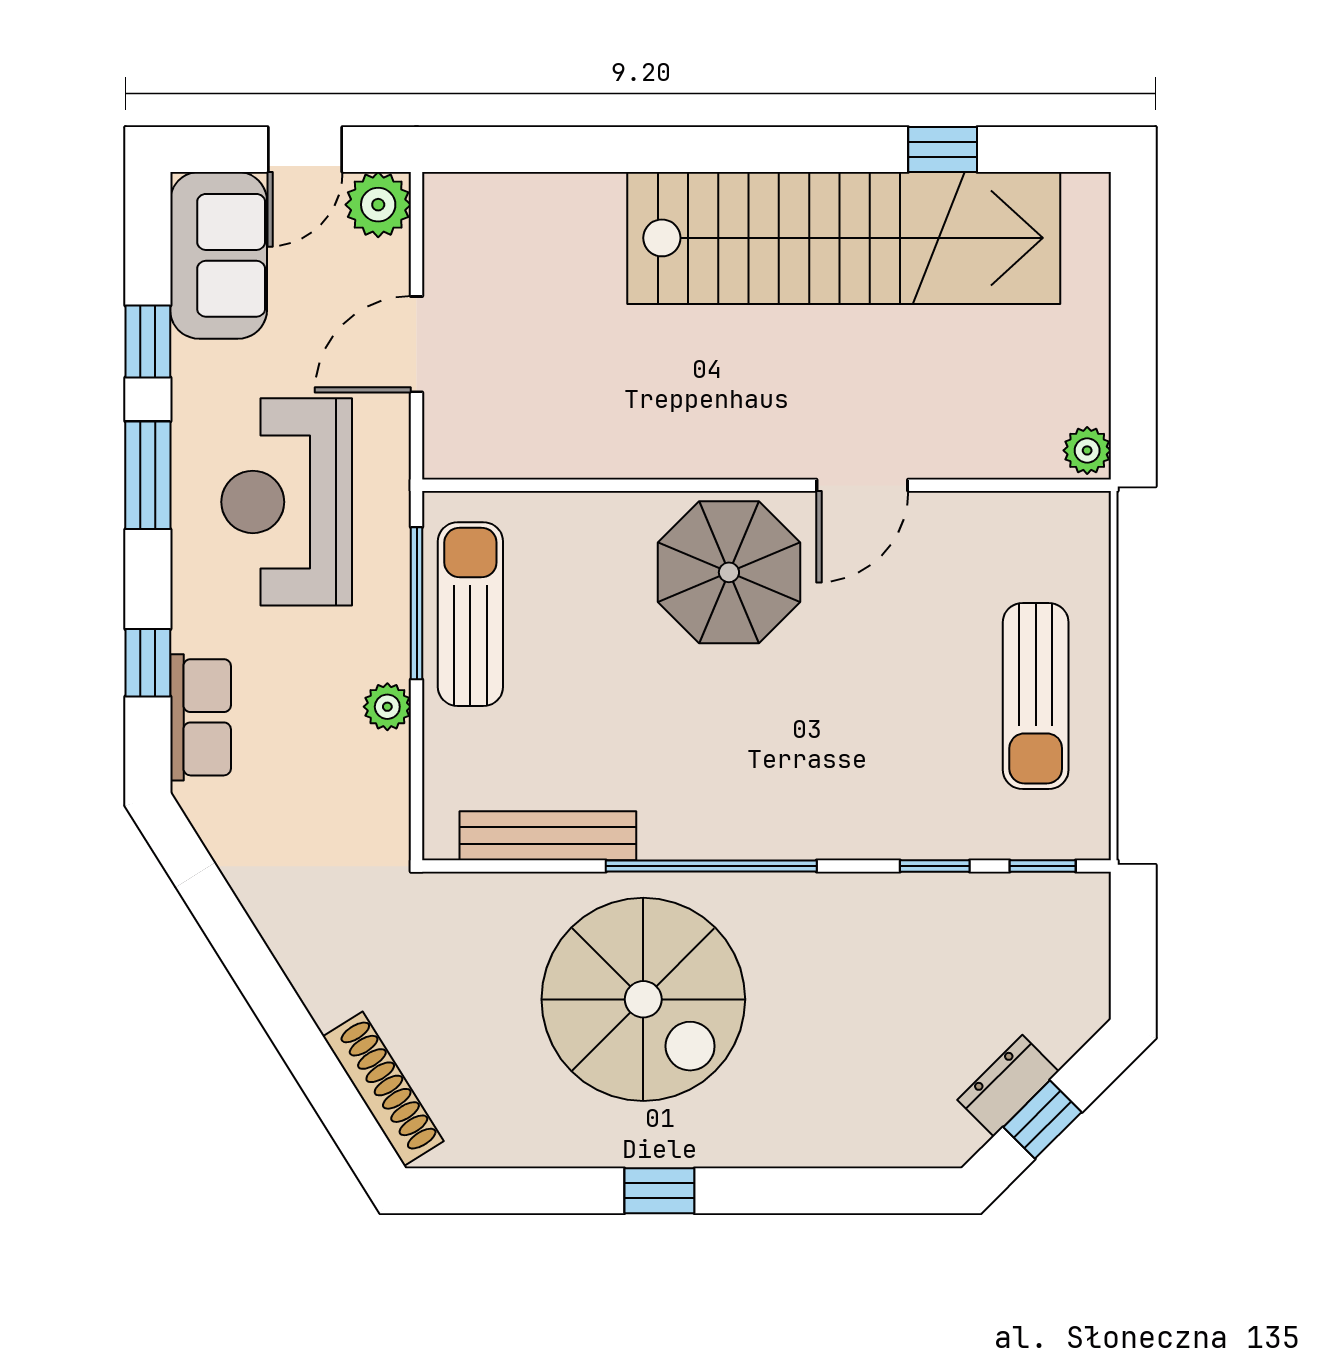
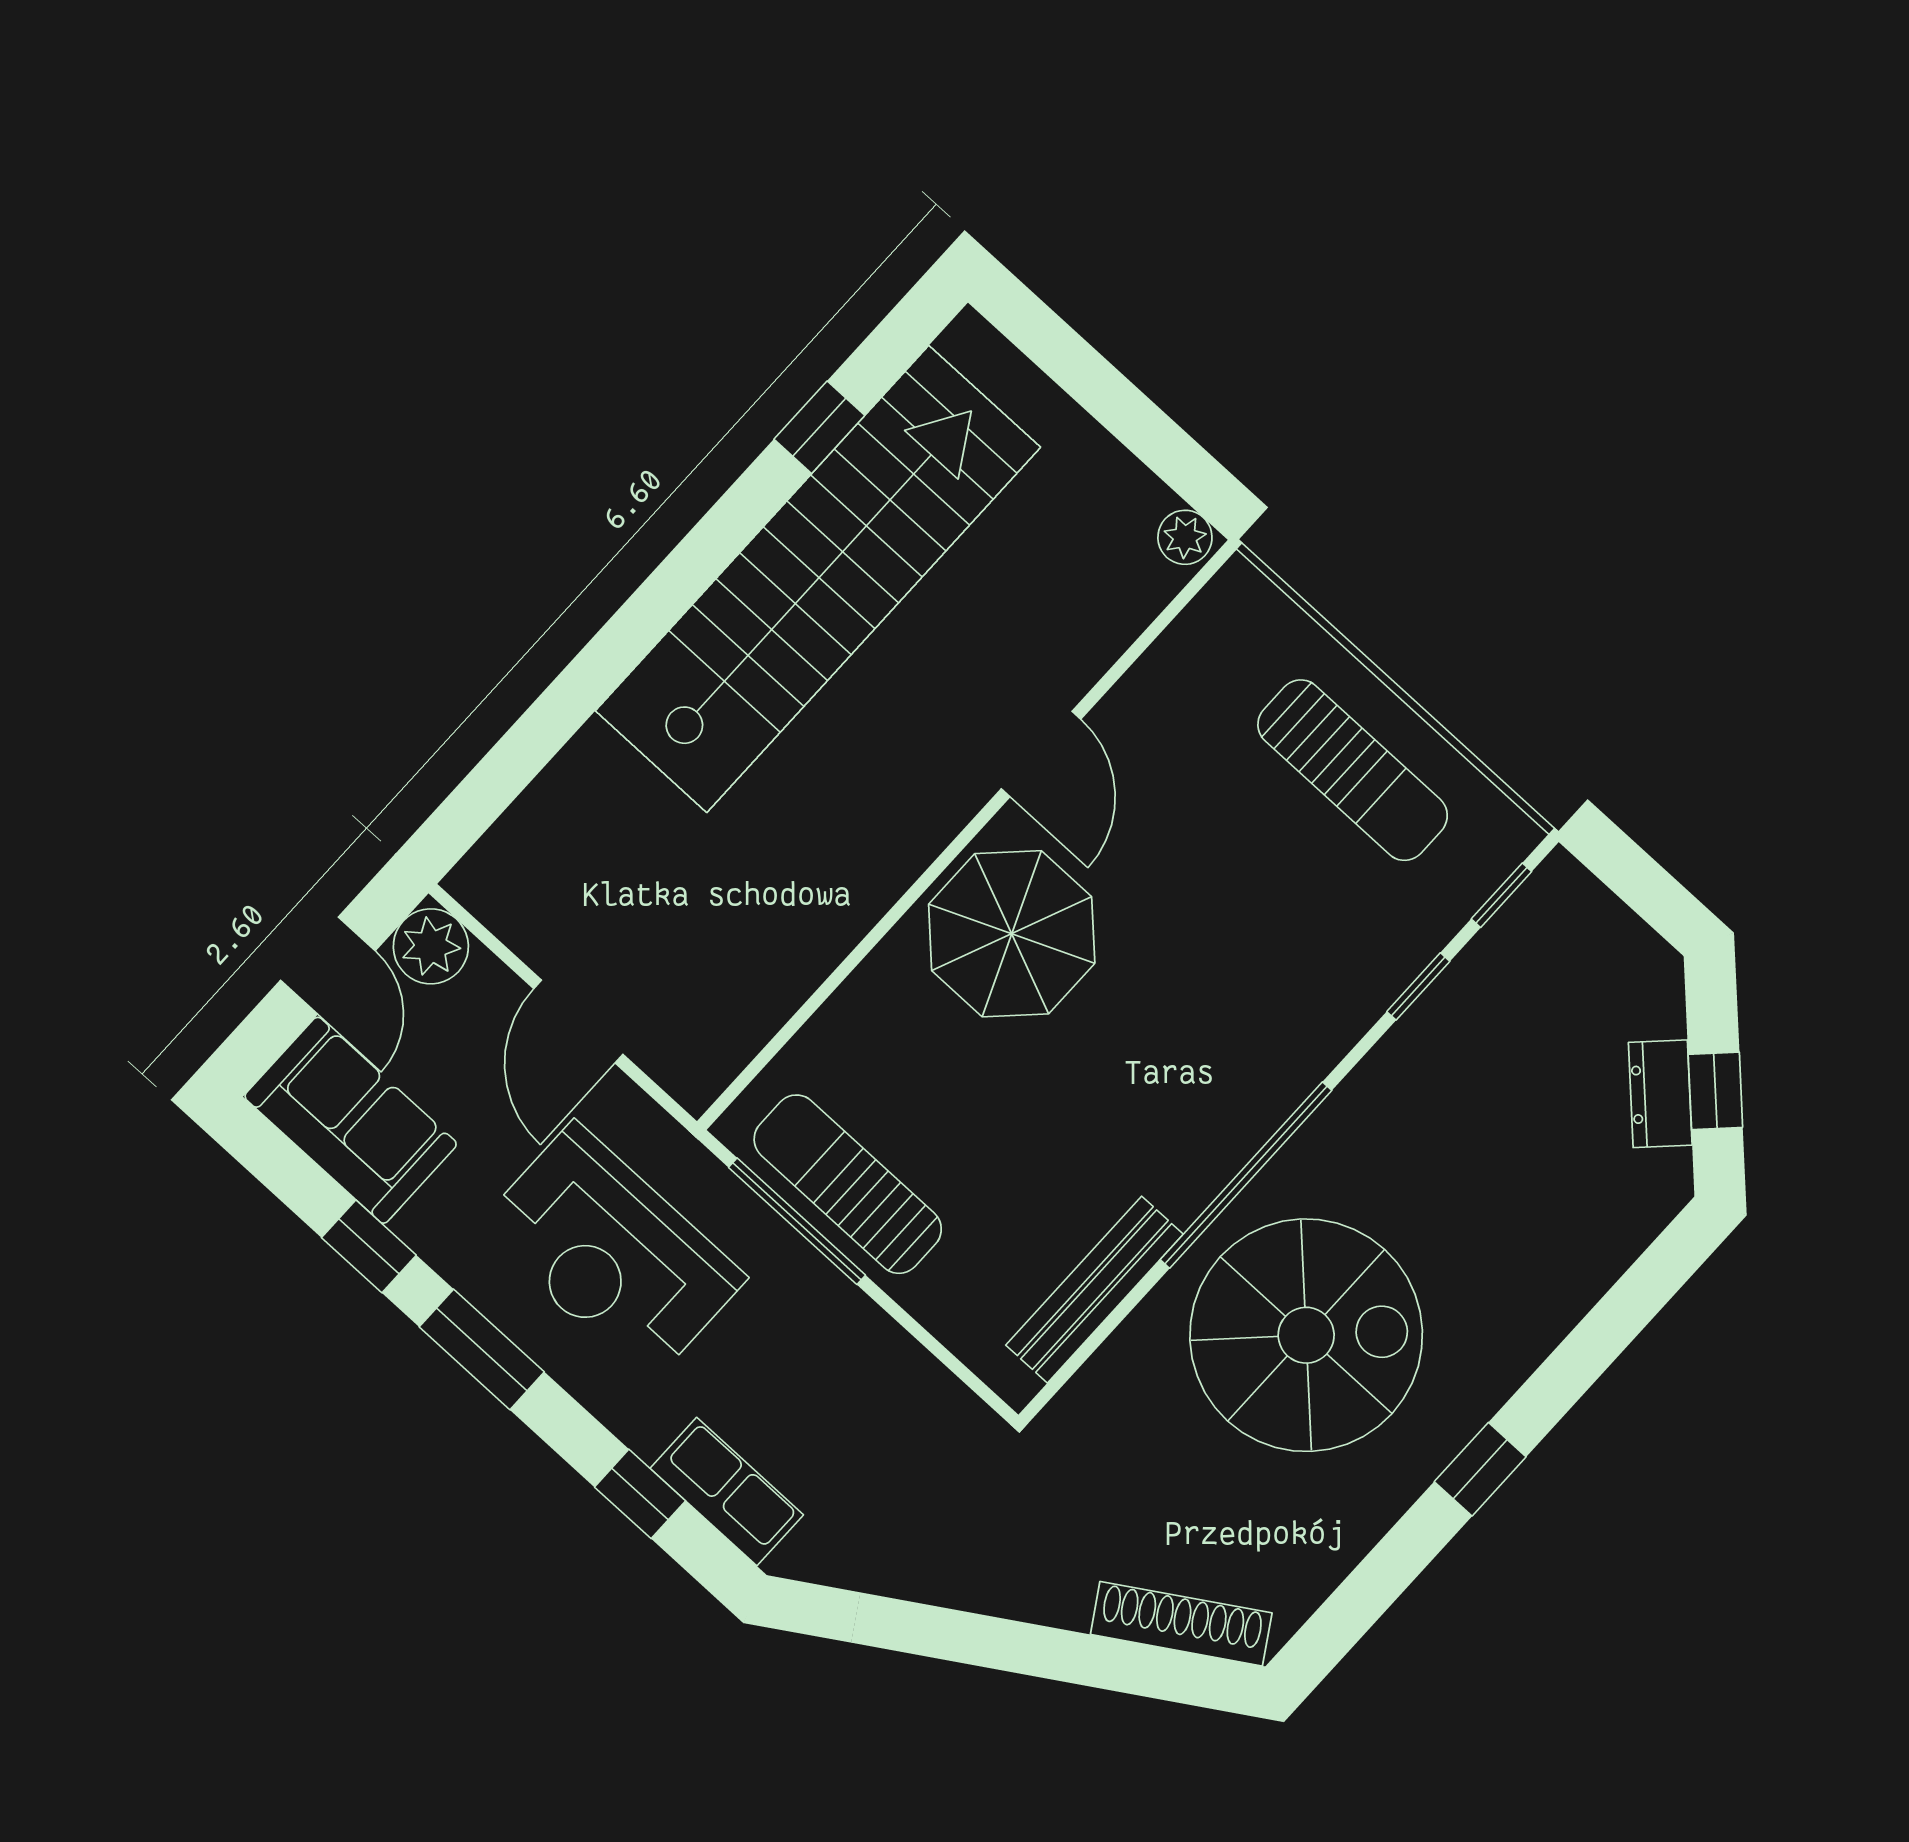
plant: (387, 707) -> (862, 1326), removed

